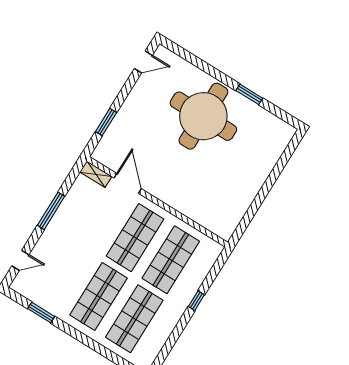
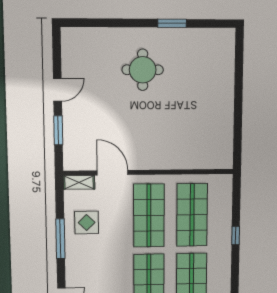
door: (143, 62) -> (57, 90), moved
round table: (203, 116) -> (143, 70), width x0.54, depth x0.54
display table: (81, 211) -> (87, 223), added

